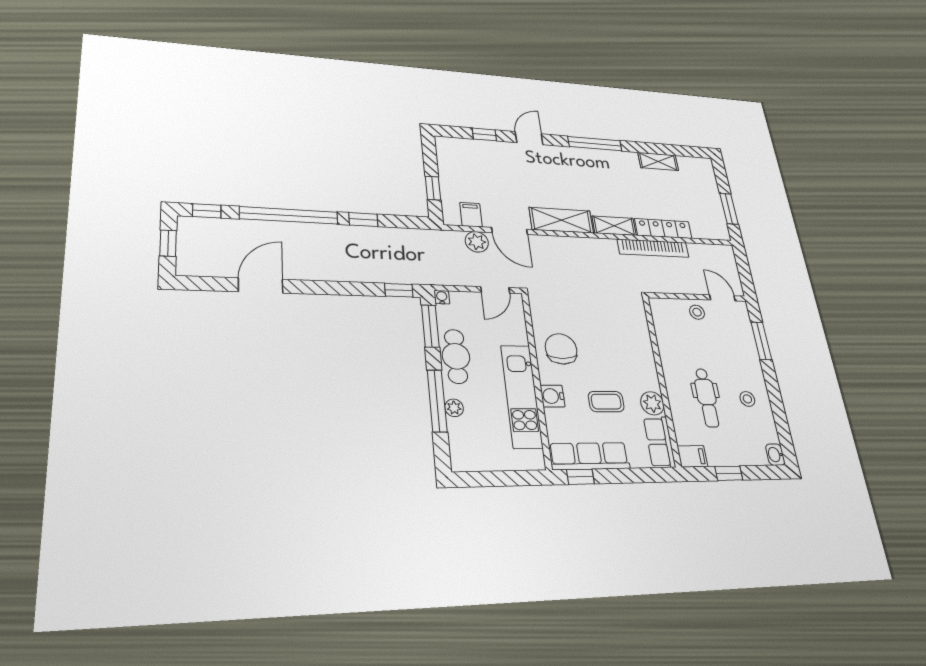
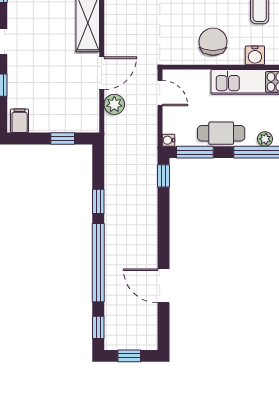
filing cabinet: (471, 215) -> (20, 121), moved, turned 90
chair: (561, 349) -> (213, 42), turned 90

